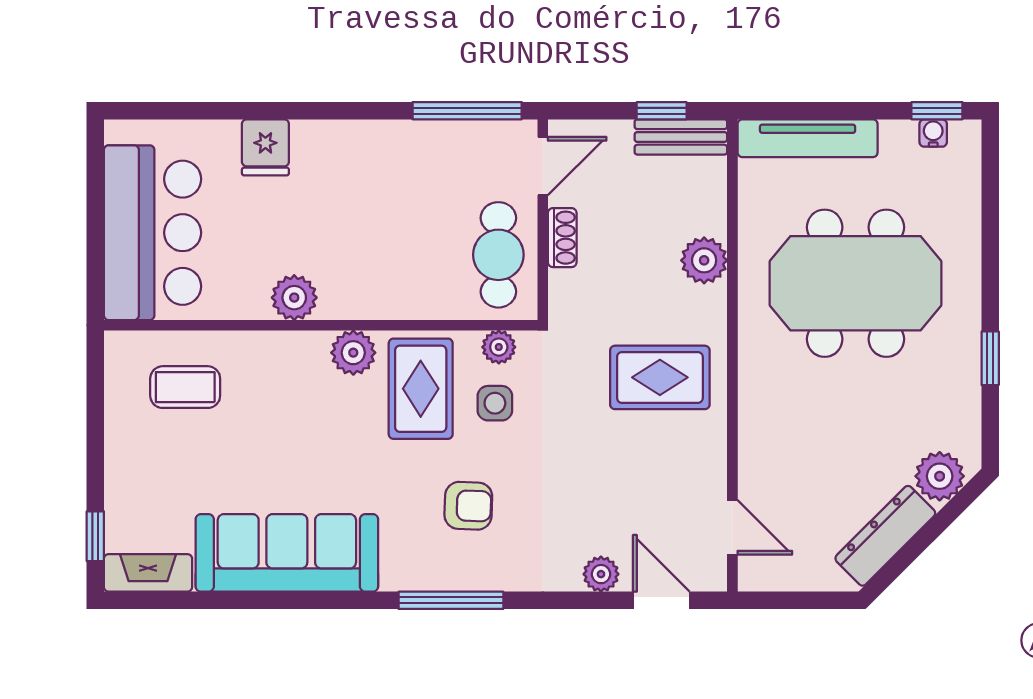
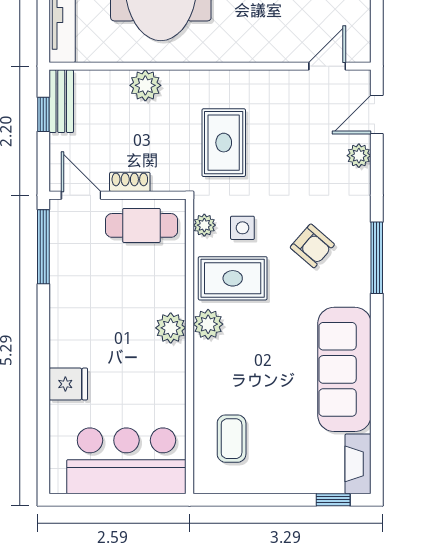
plant: (294, 298) -> (171, 328), moved
rug: (660, 377) -> (224, 143), moved
armchair: (468, 506) -> (312, 246), turned 129

